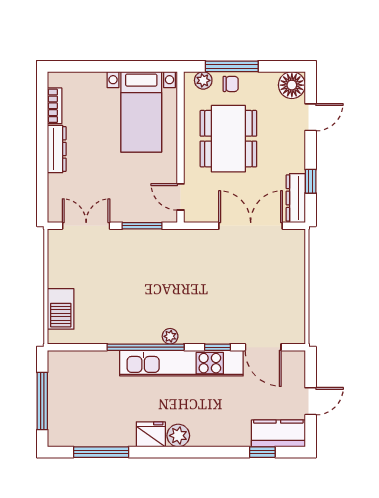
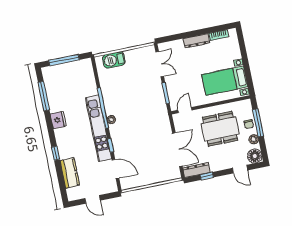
plant: (203, 80) -> (254, 139), moved
door: (263, 347) -> (115, 169), swing flipped
kitchen counter: (278, 433) -> (70, 173), moved
plant: (178, 436) -> (61, 134), removed
window: (262, 452) -> (56, 153), moved

